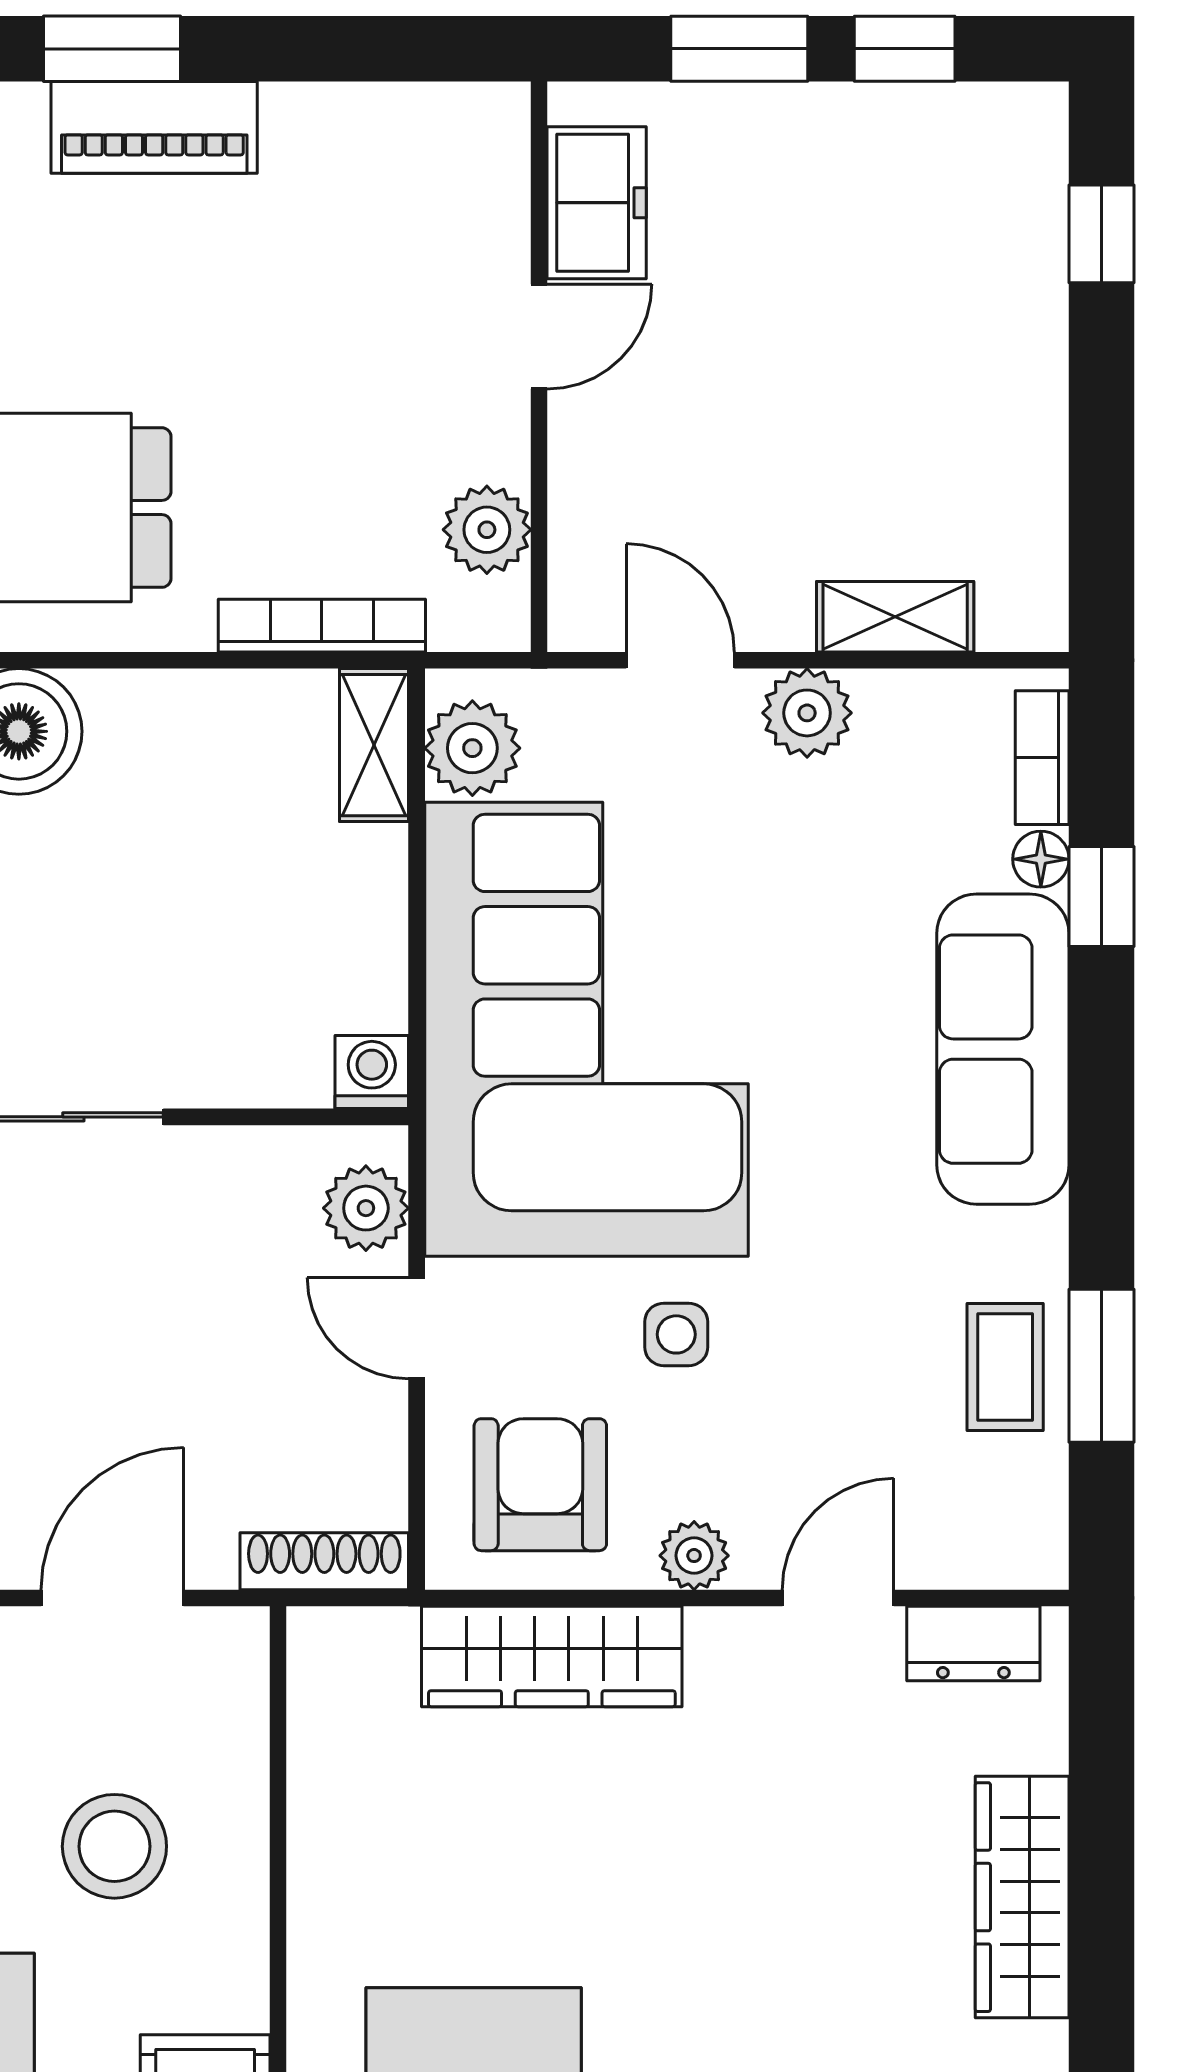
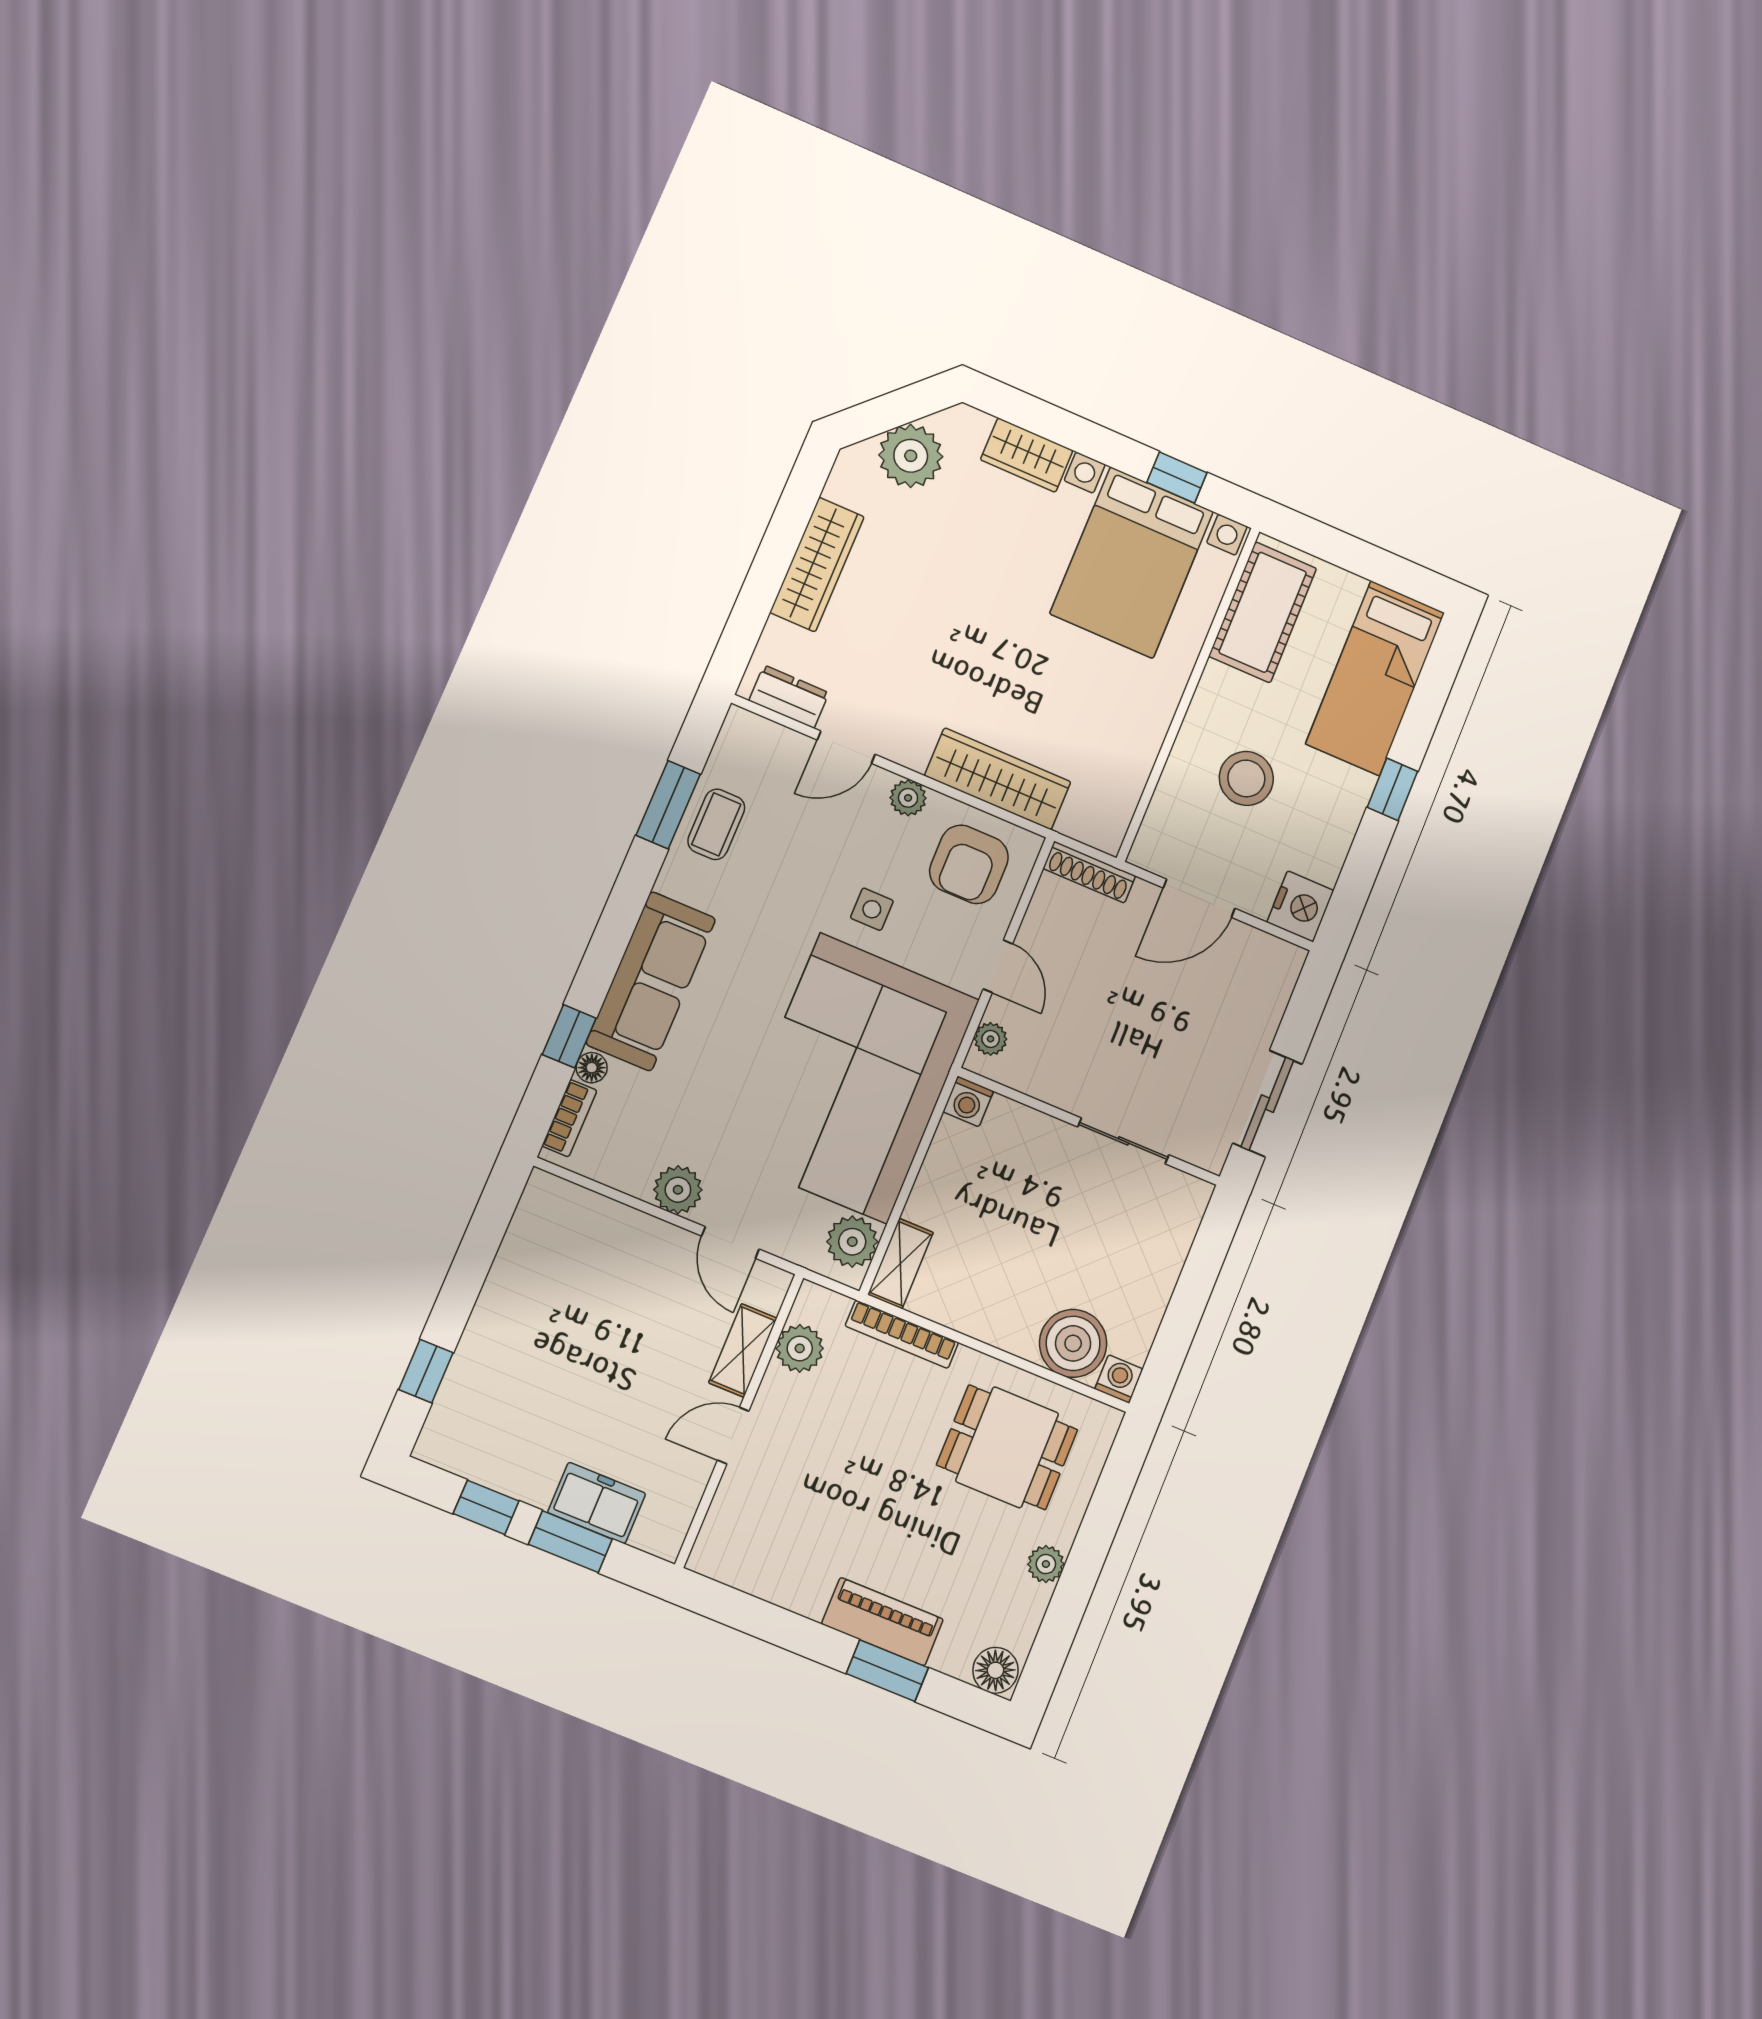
freezer: (597, 203) -> (597, 1503), moved, turned 90
shelving: (895, 617) -> (743, 1350), moved, turned 90
plant: (366, 1208) -> (991, 1039), width x0.73, depth x0.73

